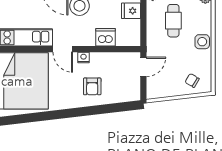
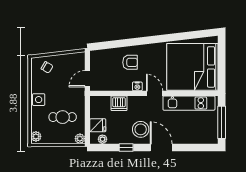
cafe table: (173, 21) -> (63, 117), turned 90
armchair: (92, 86) -> (130, 62), turned 90

